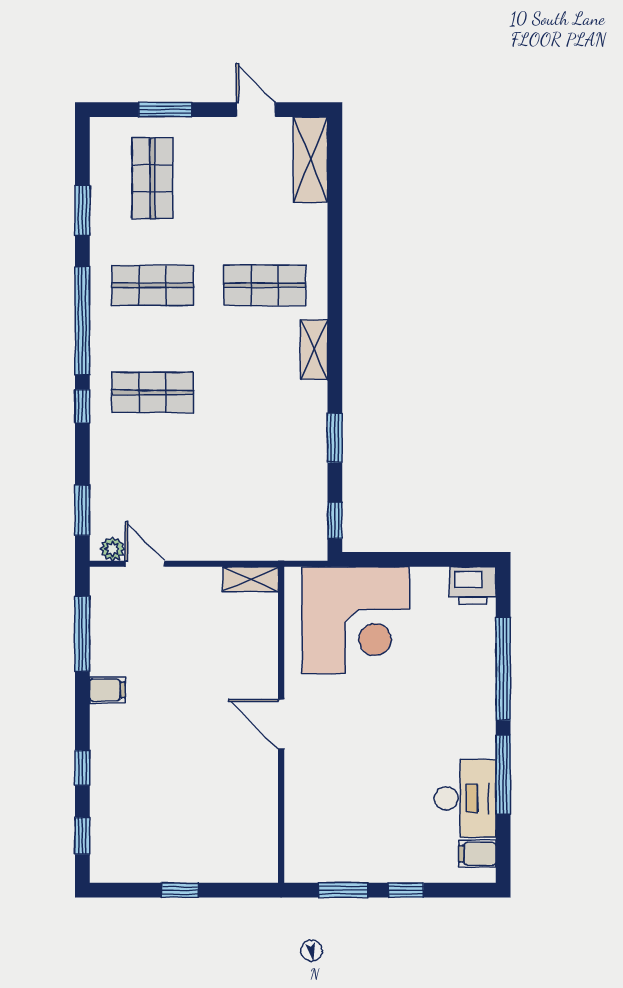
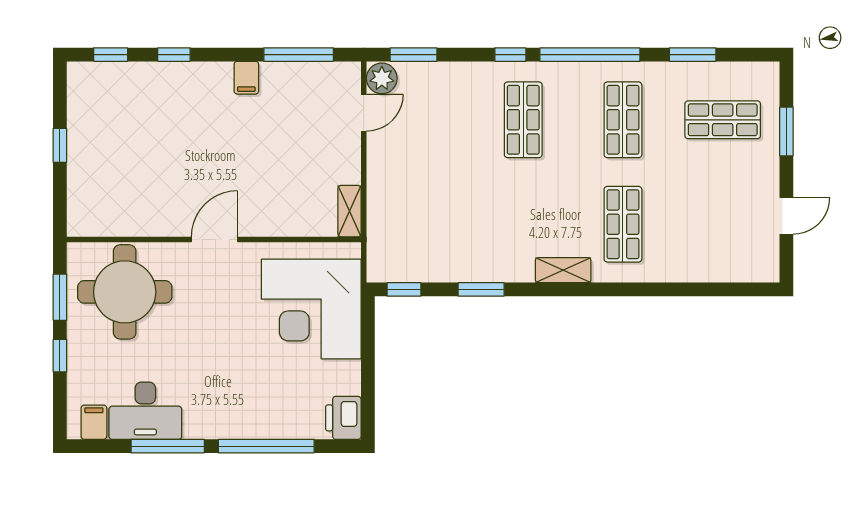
shelving: (310, 160) -> (740, 267), removed
plant: (112, 549) -> (382, 78), width x1.38, depth x1.38
round table: (337, 821) -> (125, 292), added

